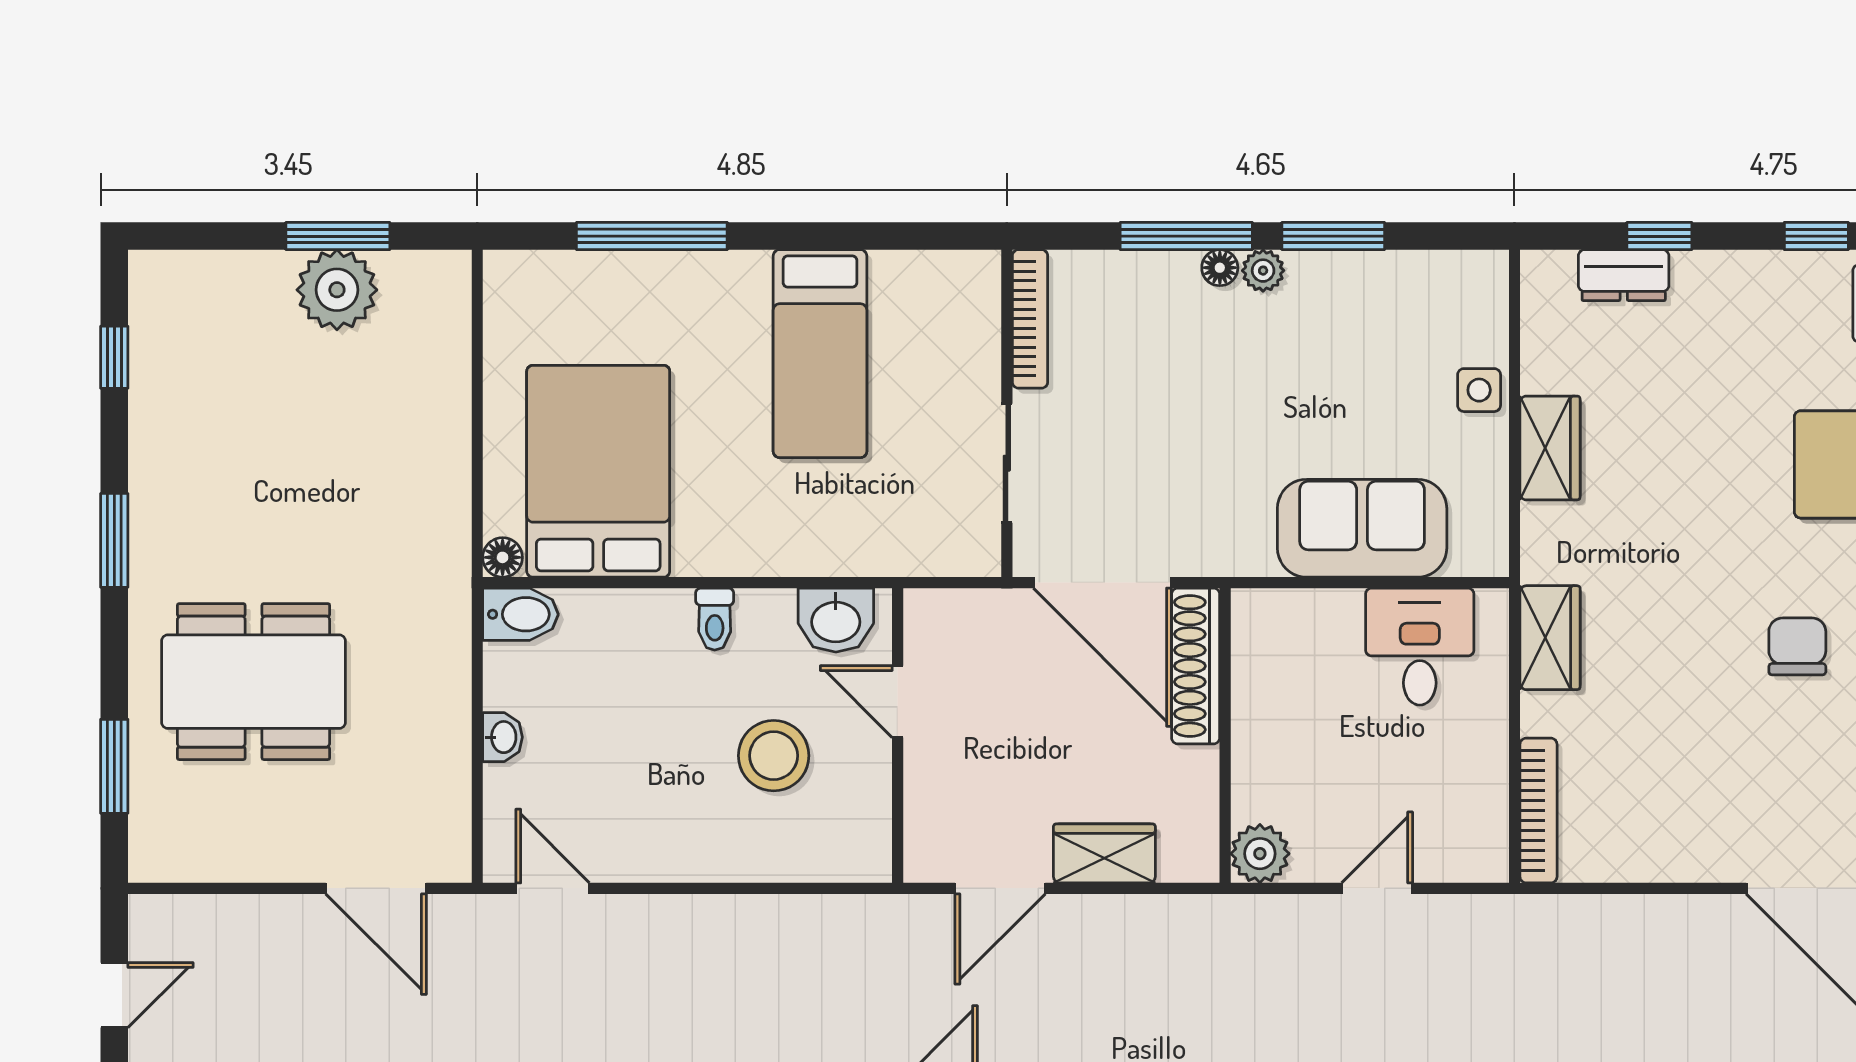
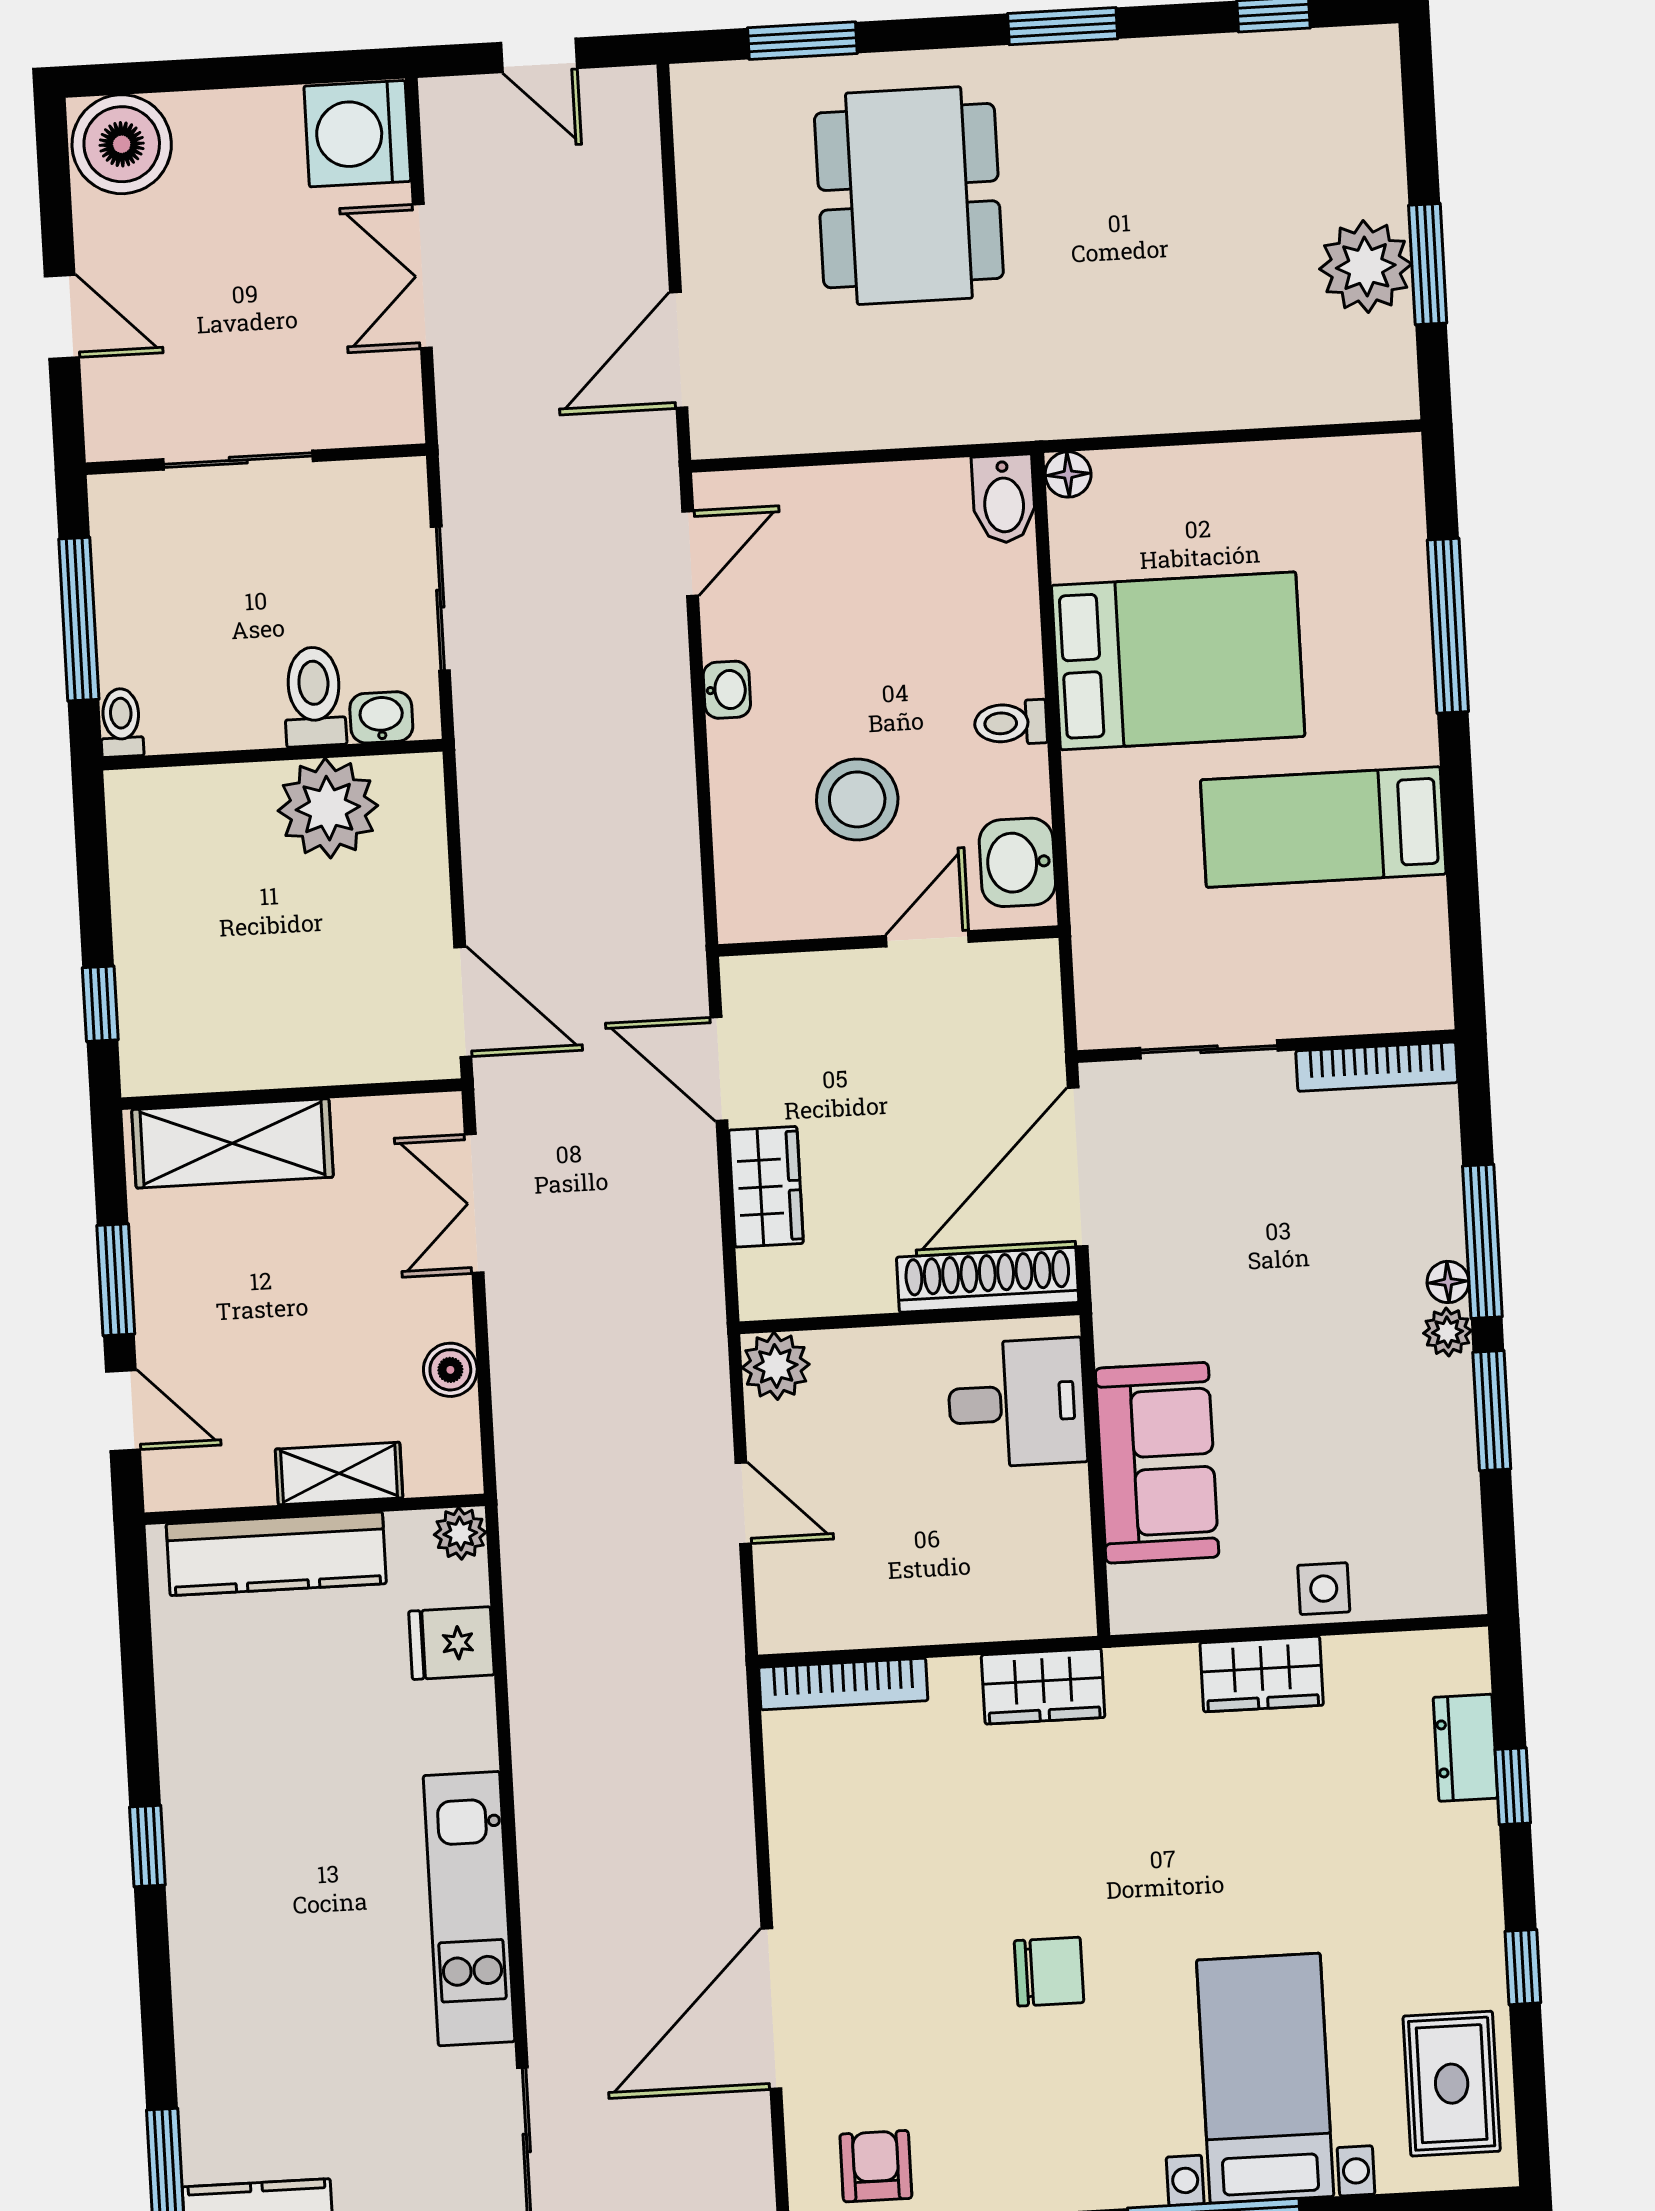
bed: (598, 471) -> (1178, 661), moved
desk: (1420, 647) -> (1017, 1403), moved
washbasin: (503, 737) -> (727, 690), moved, turned -90

